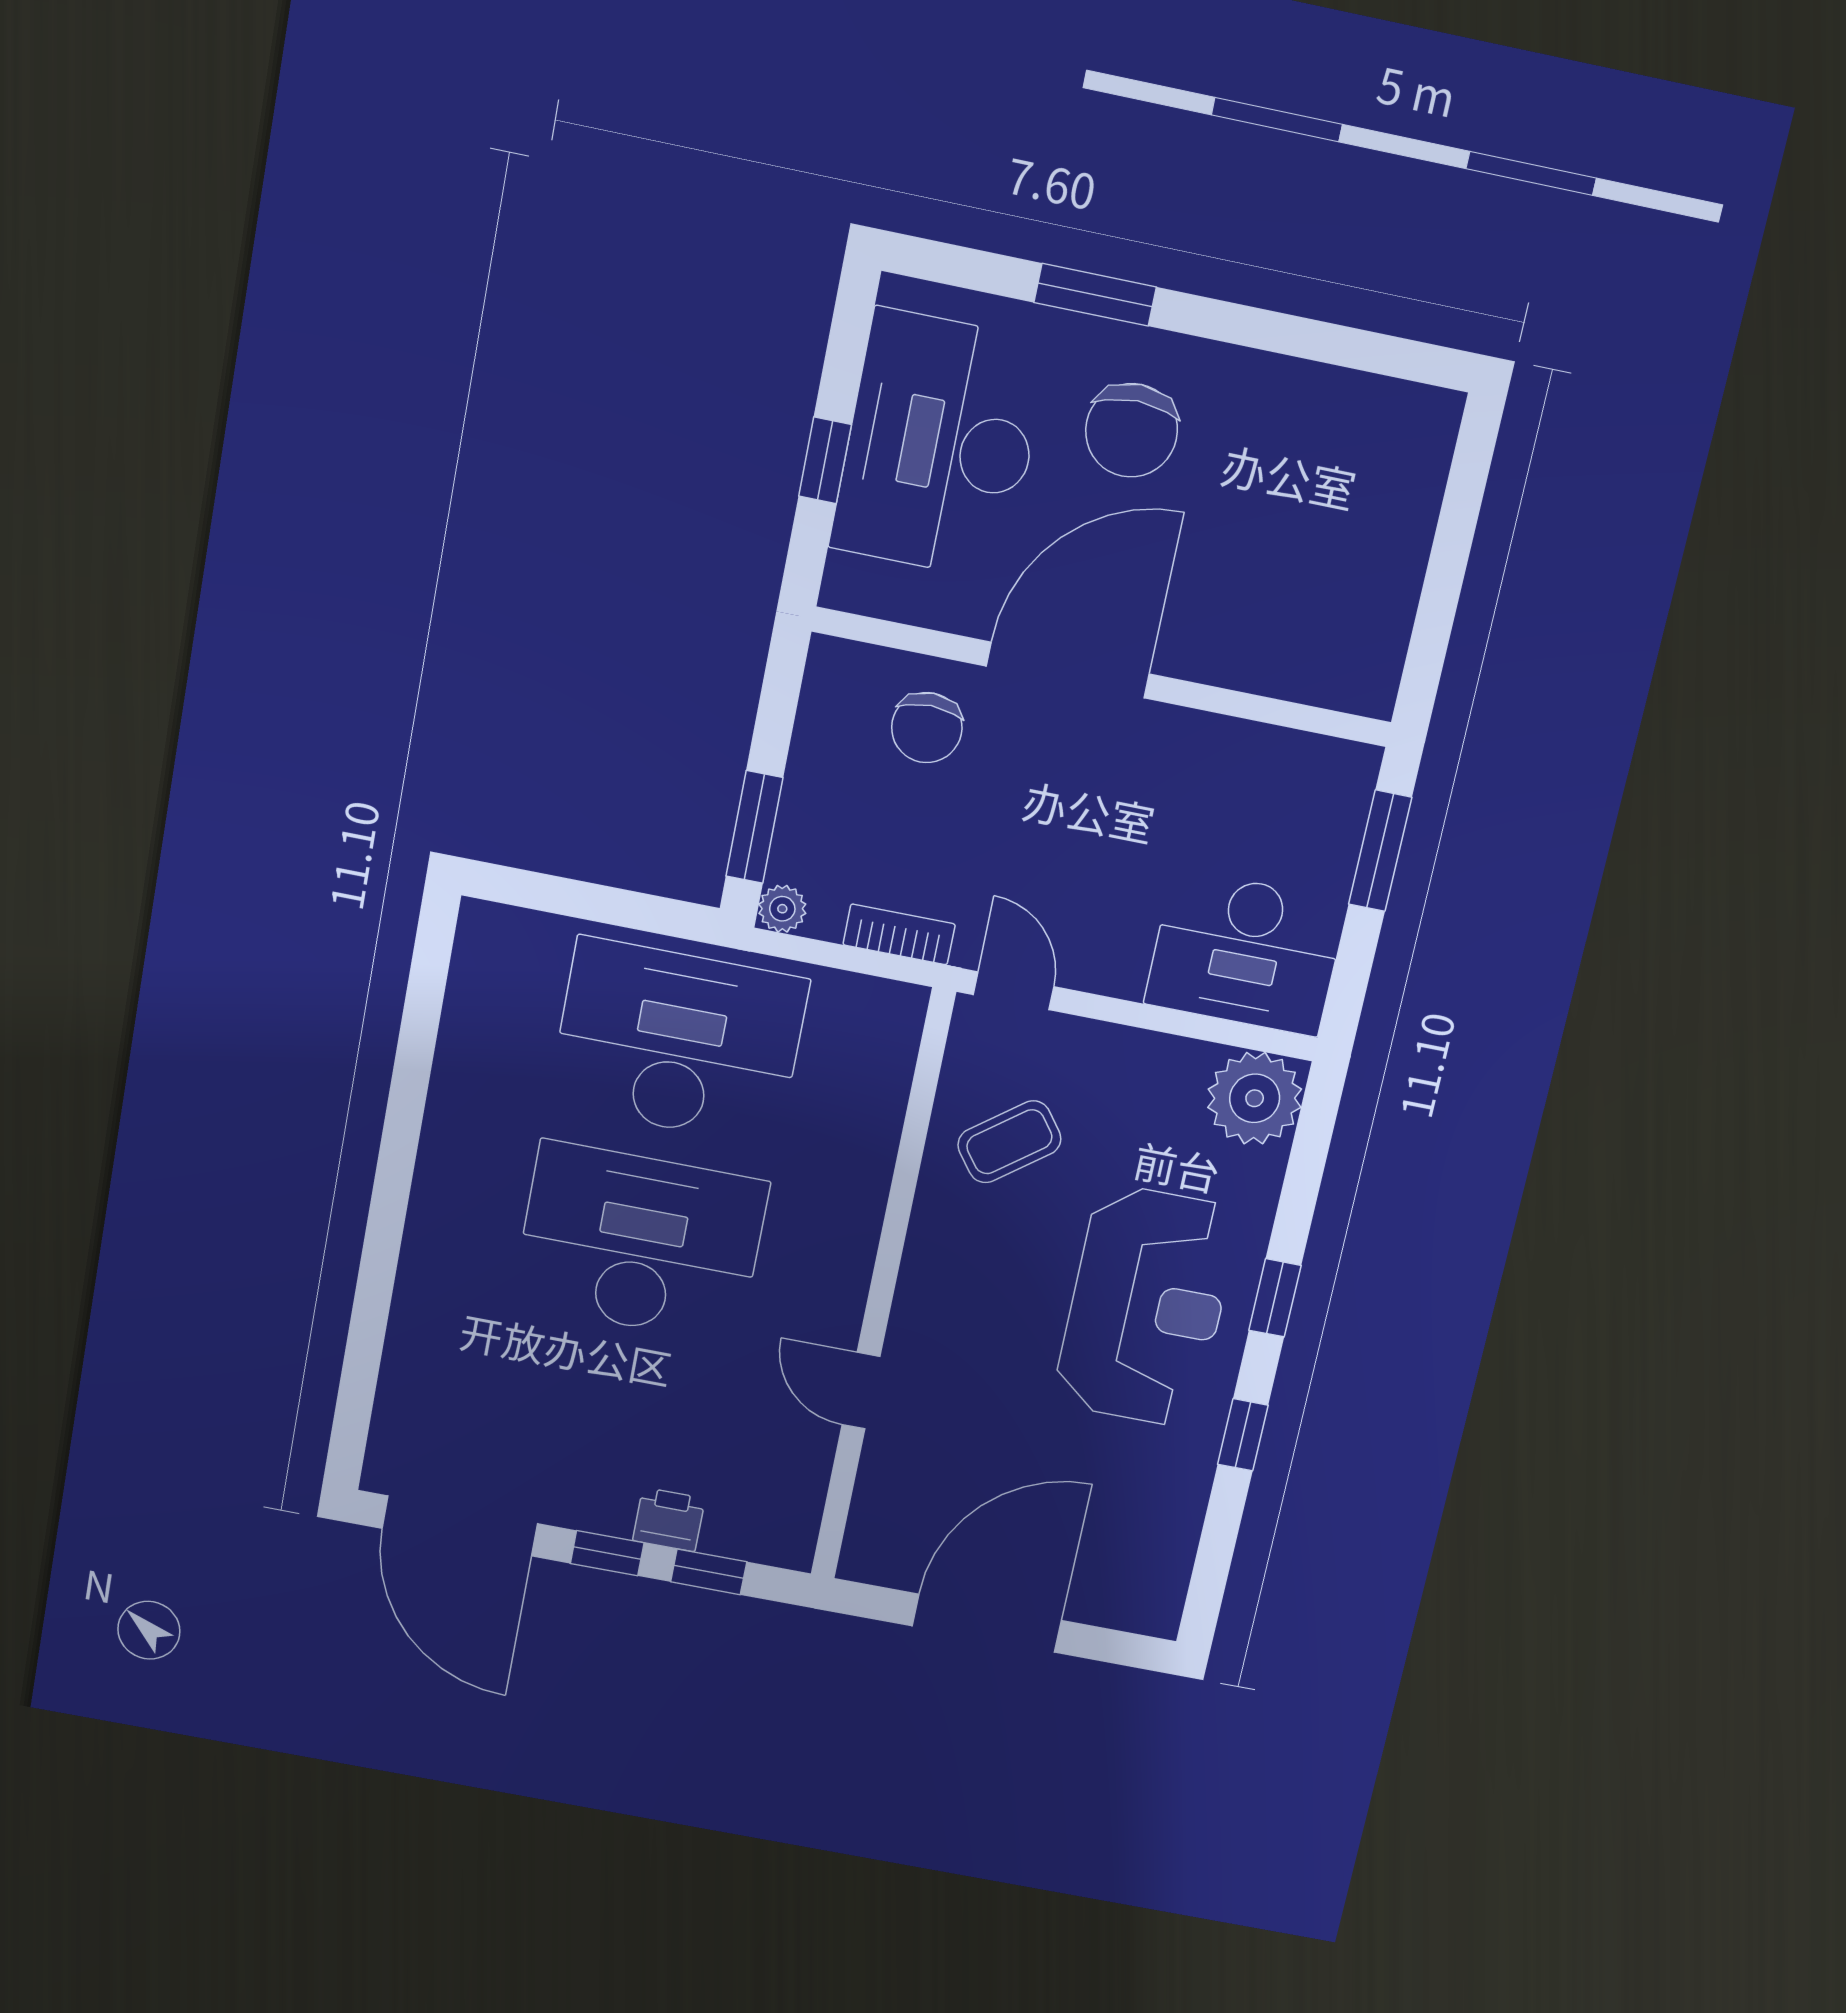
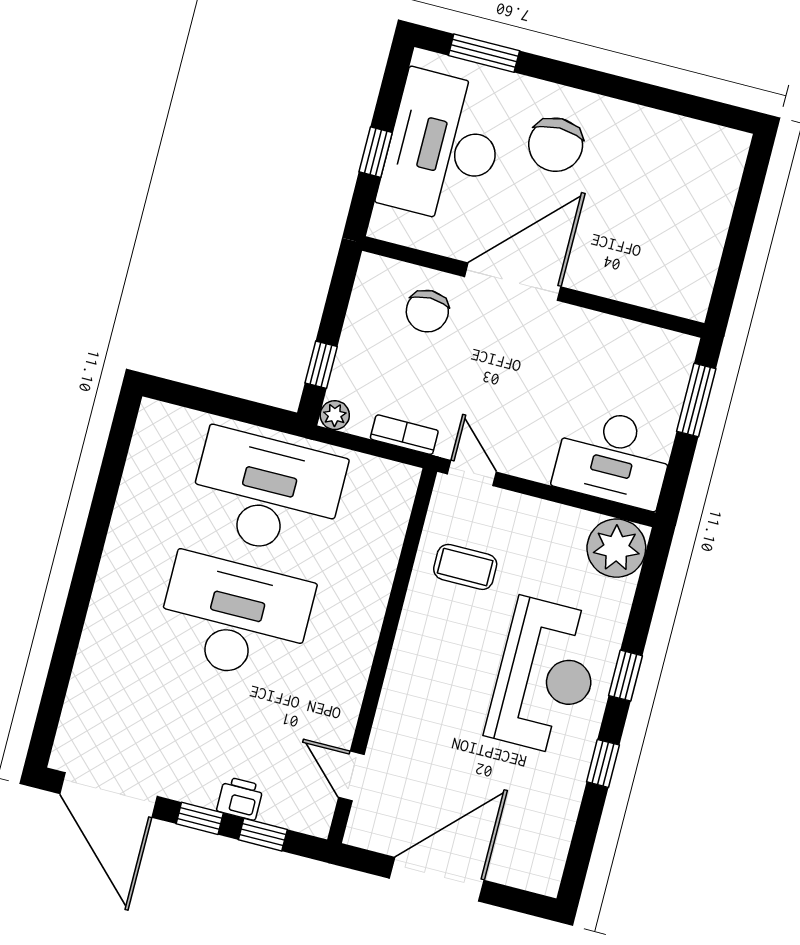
window: (1095, 295) -> (484, 53), moved
window: (754, 827) -> (321, 365), width x0.67
coffee table: (1009, 1142) -> (465, 567), turned 37
door: (861, 1391) -> (351, 776), moved

